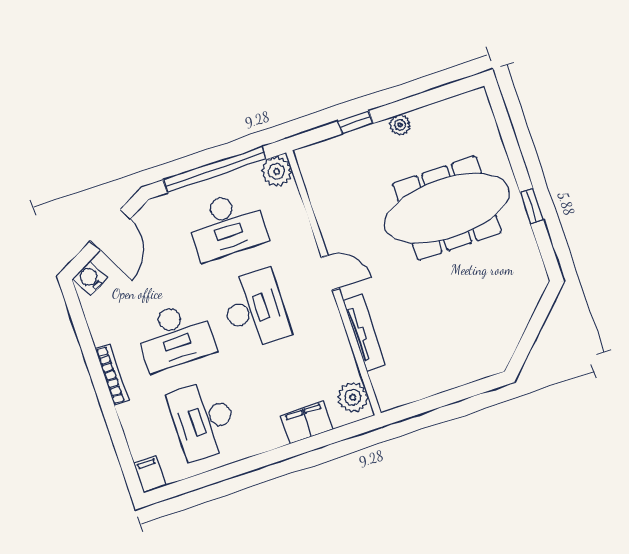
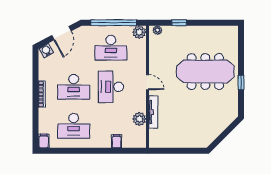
plant: (400, 125) -> (157, 30), moved
desk: (255, 309) -> (111, 87), turned 180
plant: (353, 397) -> (139, 119), moved
desk: (203, 420) -> (74, 126), turned -90
filing cabinet: (307, 422) -> (117, 141), width x0.50

